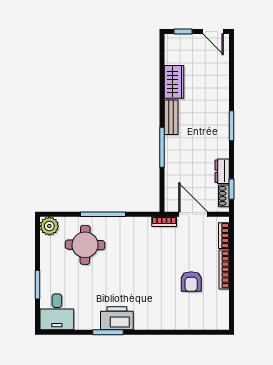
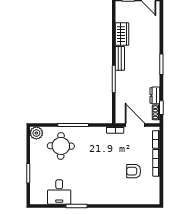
armchair: (191, 282) -> (134, 171), turned 90
desk: (57, 312) -> (59, 192), moved
printer: (117, 318) -> (83, 196), removed

